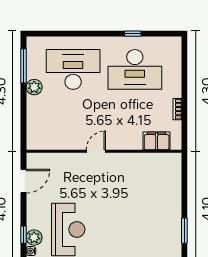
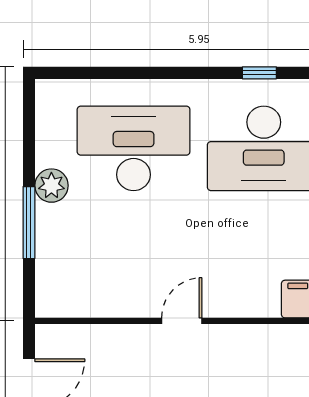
window: (23, 66) -> (29, 223), moved

